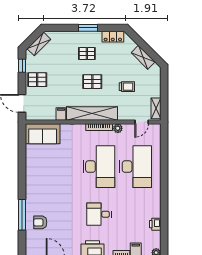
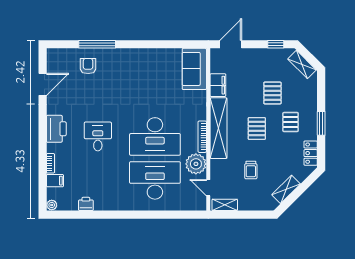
pallet: (37, 80) -> (272, 93), moved
filing cabinet: (61, 114) -> (218, 85), width x2.00
plant: (118, 128) -> (196, 164), width x1.88, depth x1.88
desk: (136, 167) -> (155, 180), turned 180

